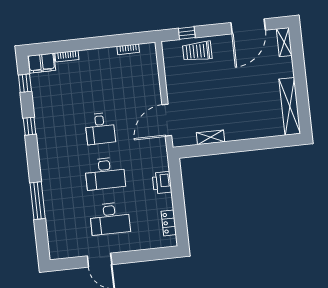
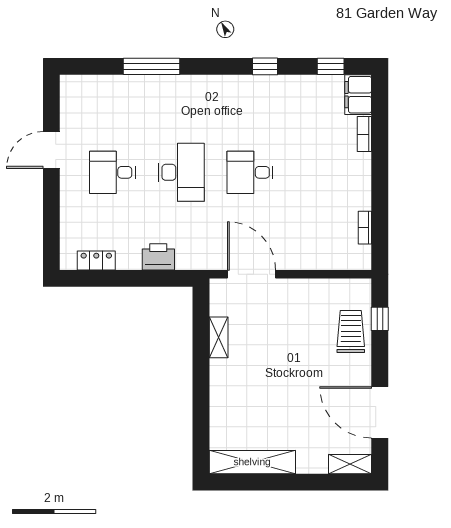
desk: (105, 174) -> (181, 172), turned 180
desk: (110, 219) -> (112, 172), width x0.73

